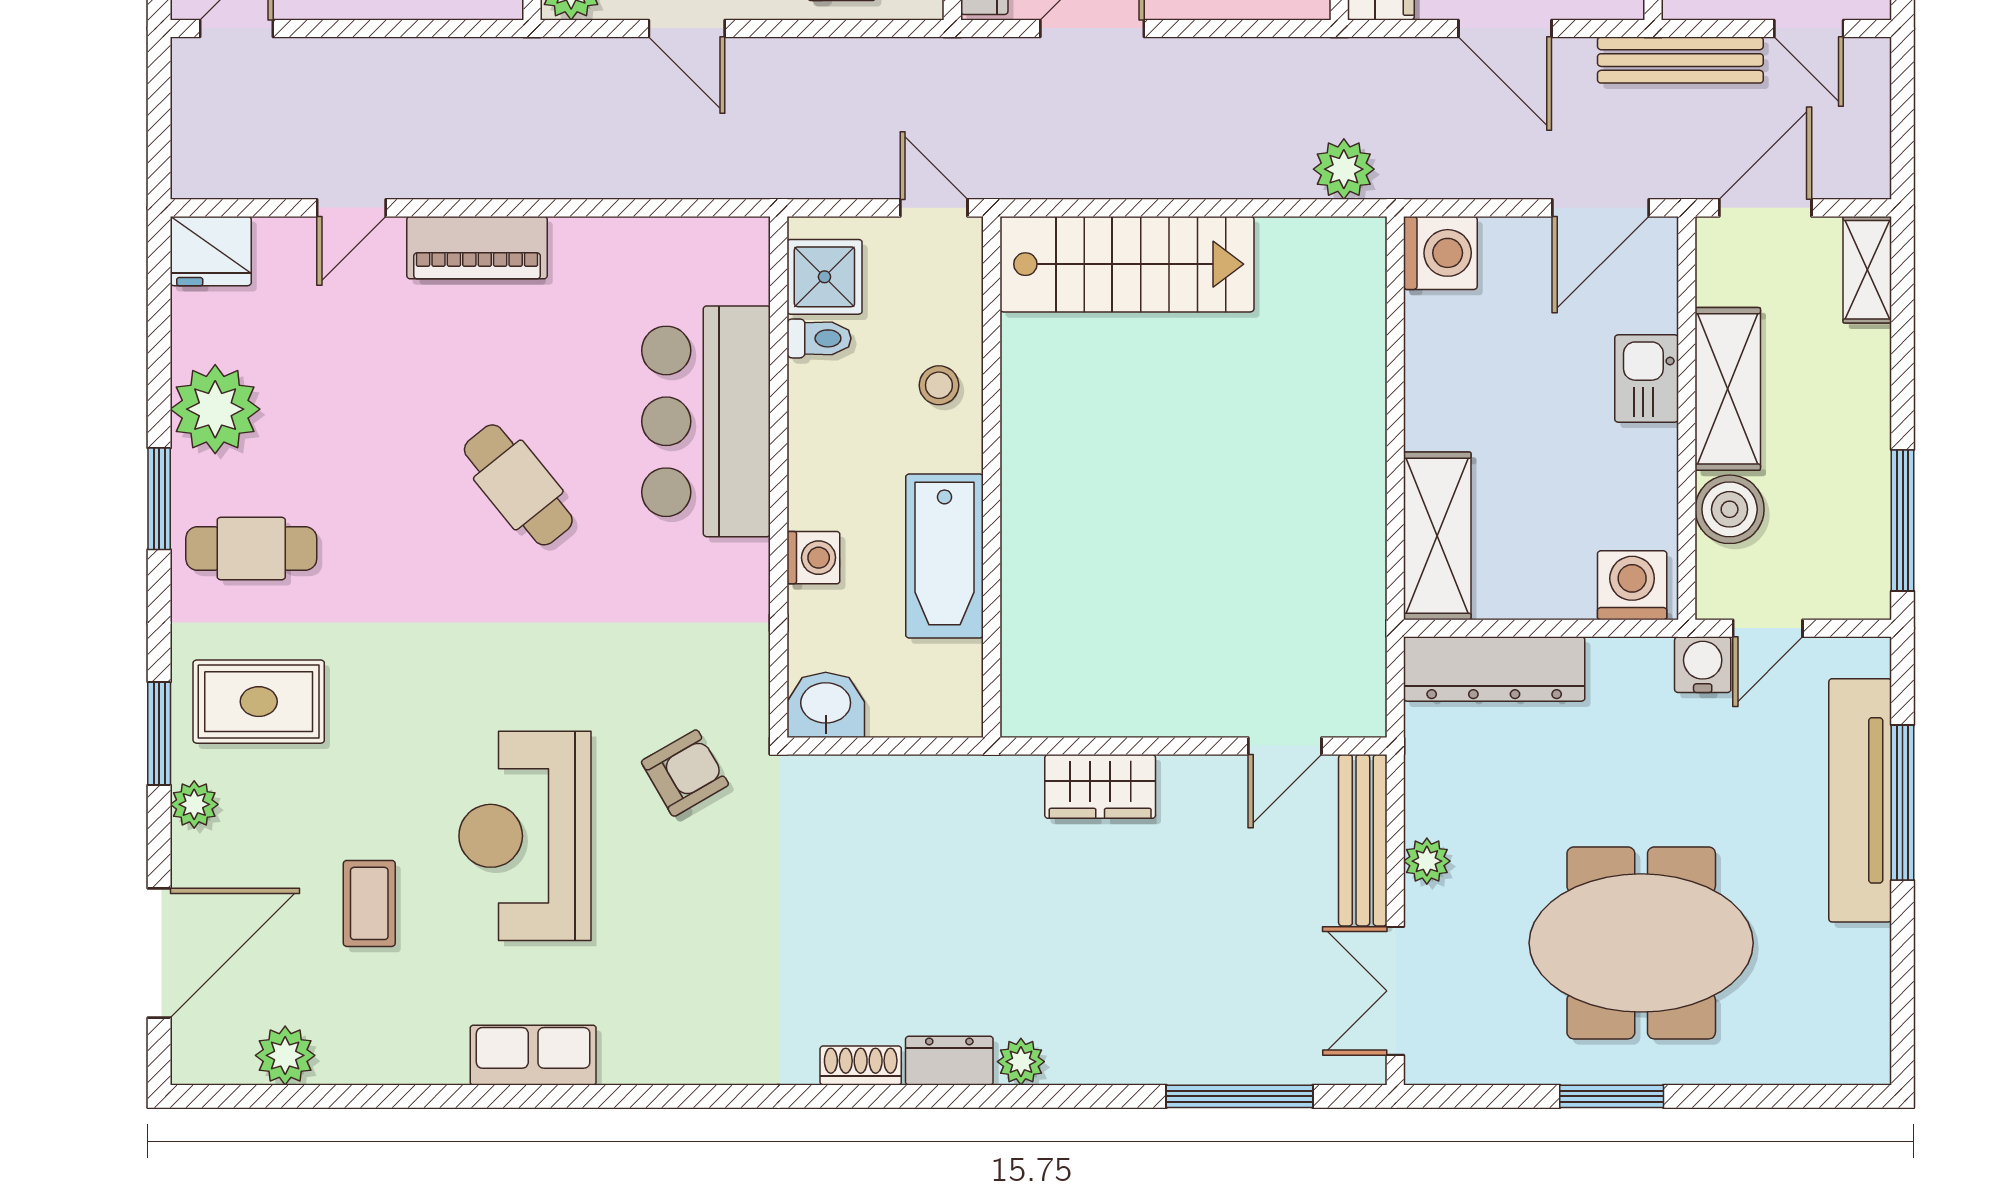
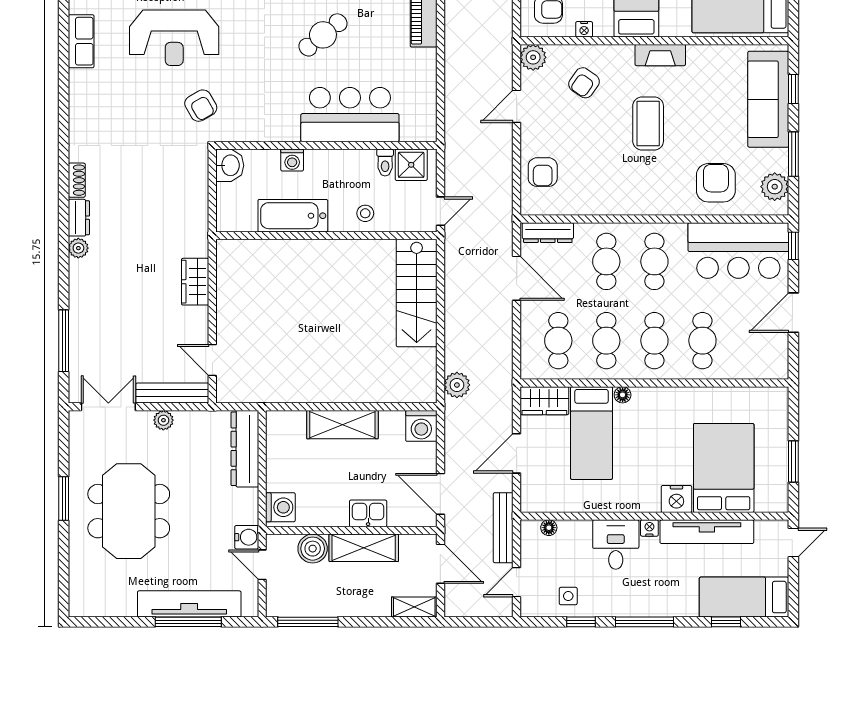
shelving: (1437, 536) -> (342, 425), moved
reception desk: (525, 836) -> (174, 38), turned 180

